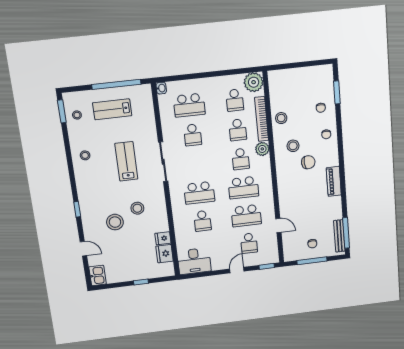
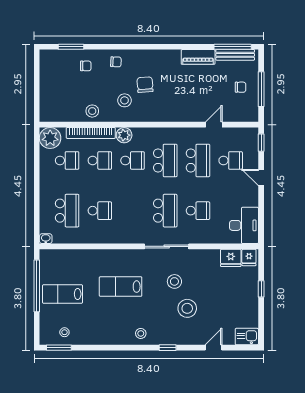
lab bench: (112, 109) -> (63, 294), turned 90
stool: (85, 155) -> (141, 333), moved
sliding door: (163, 162) -> (167, 246), moved
piano: (334, 181) -> (198, 57), moved
fridge: (163, 238) -> (249, 257), moved

